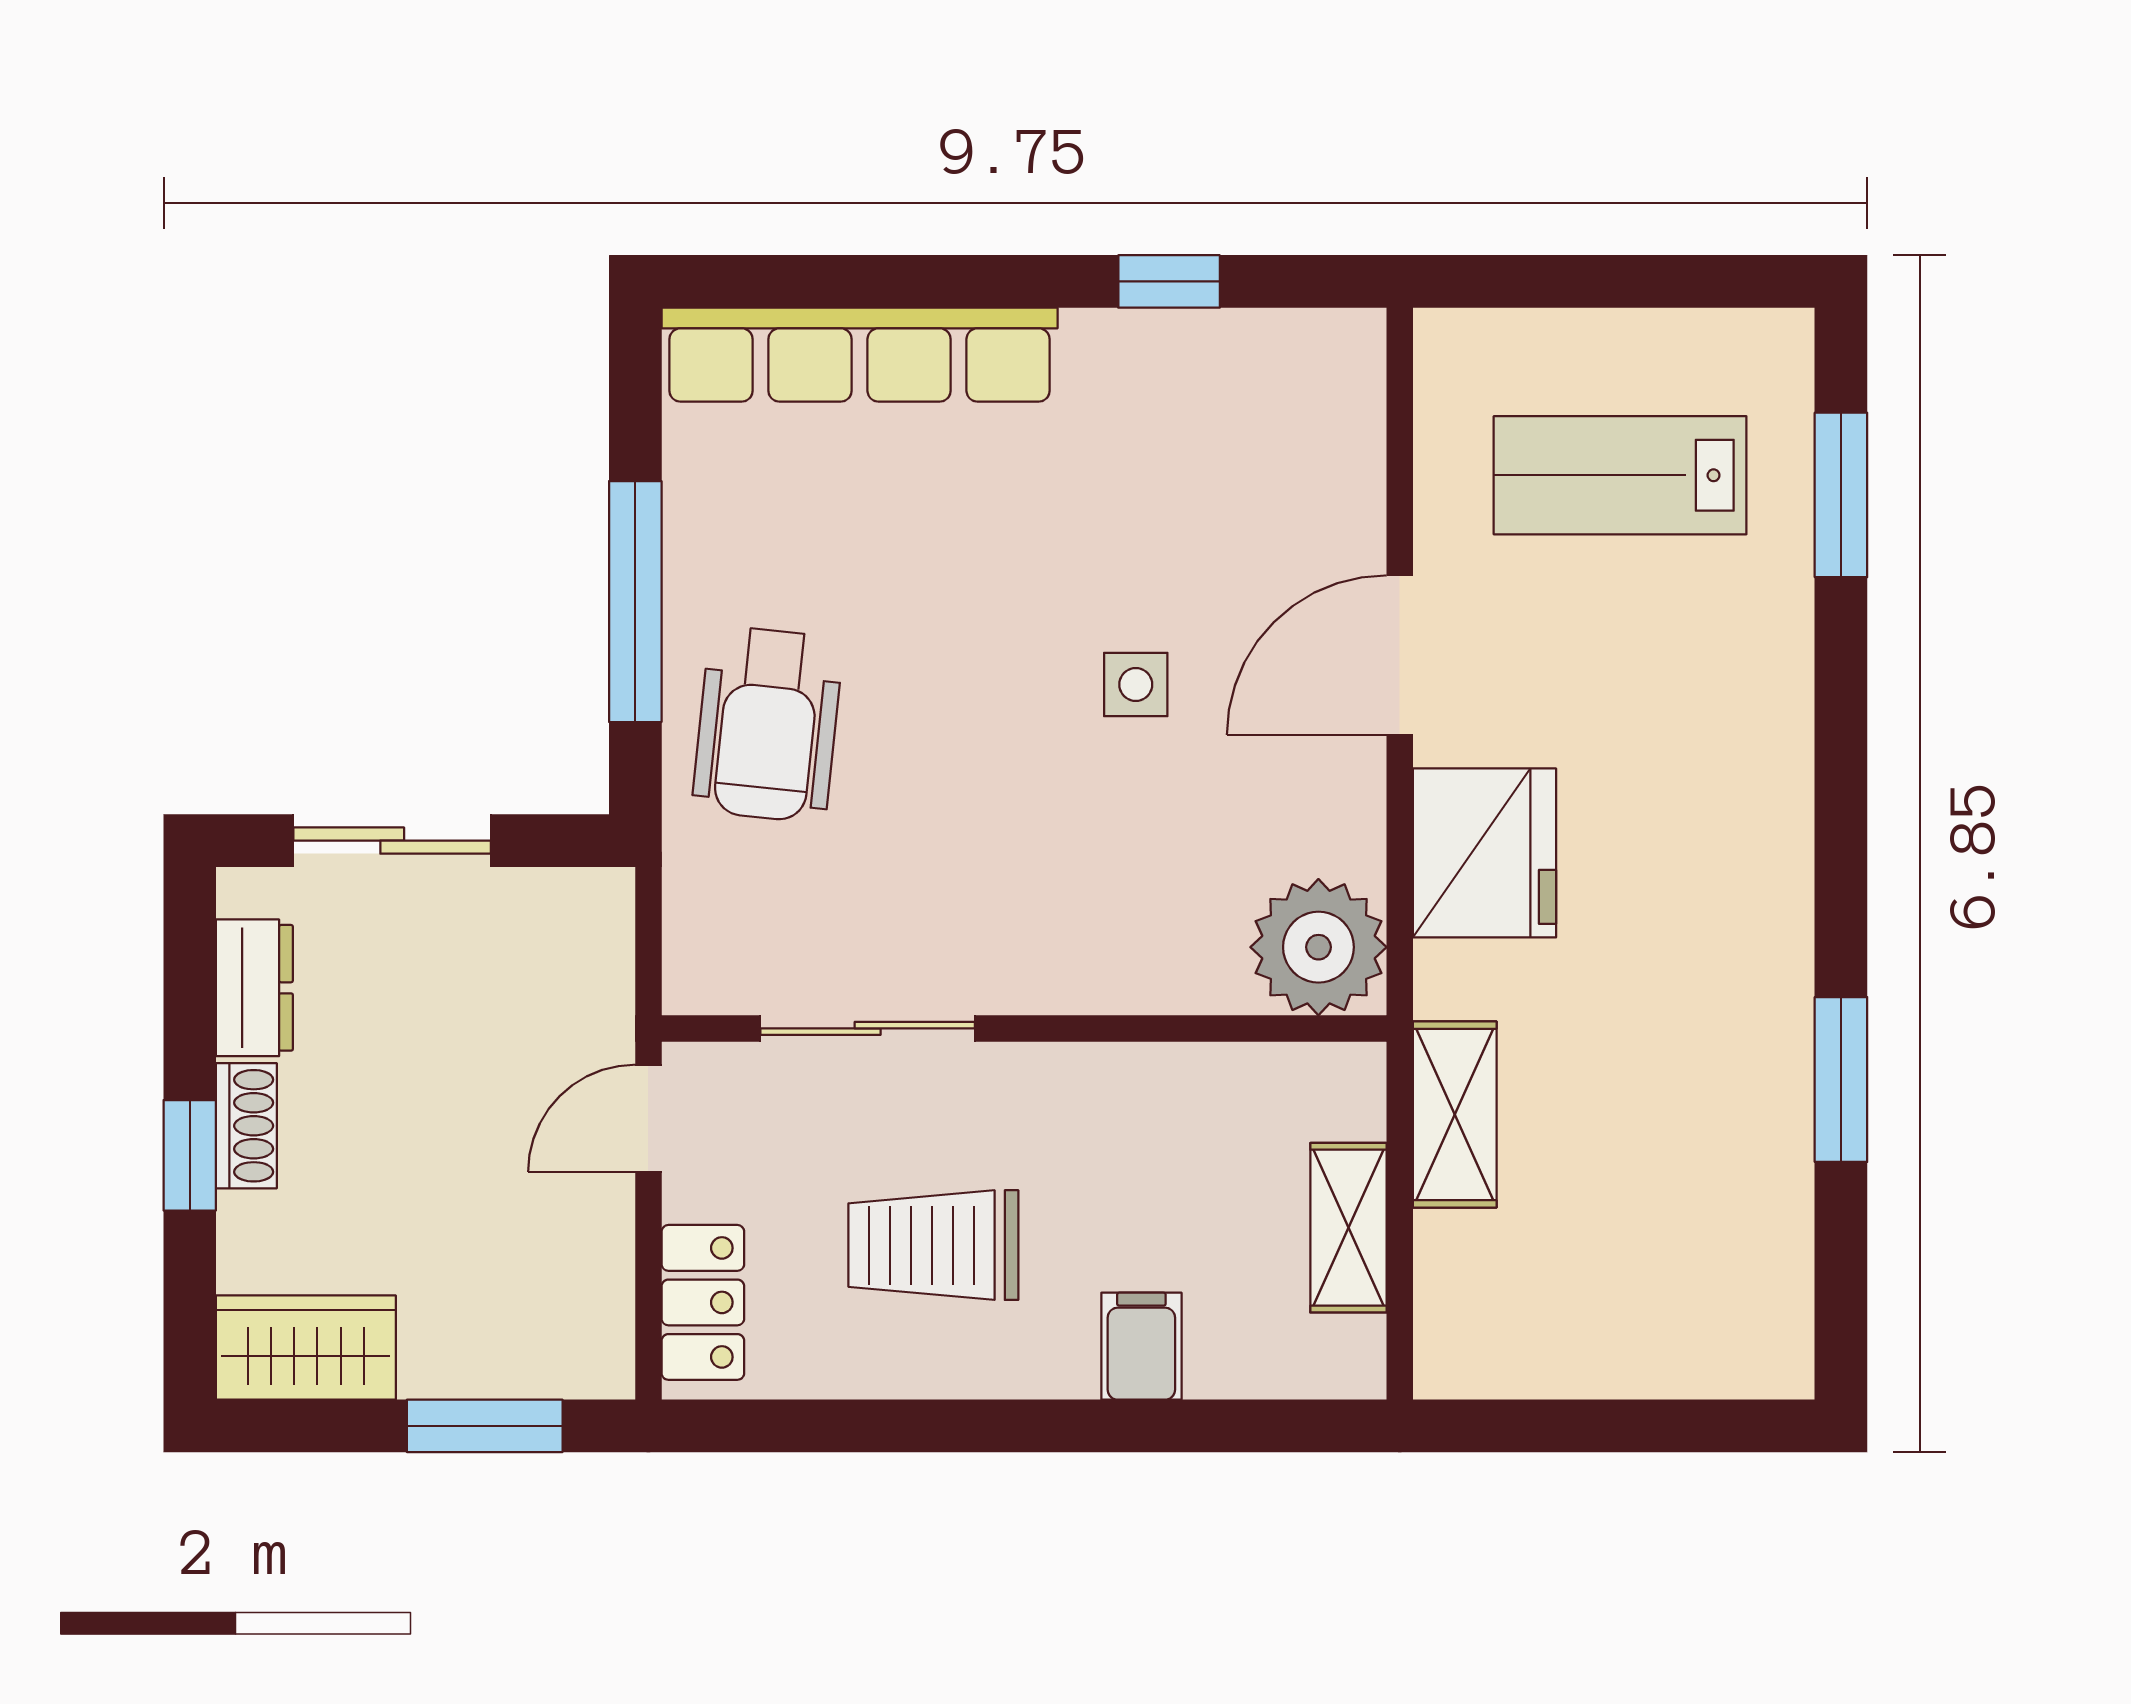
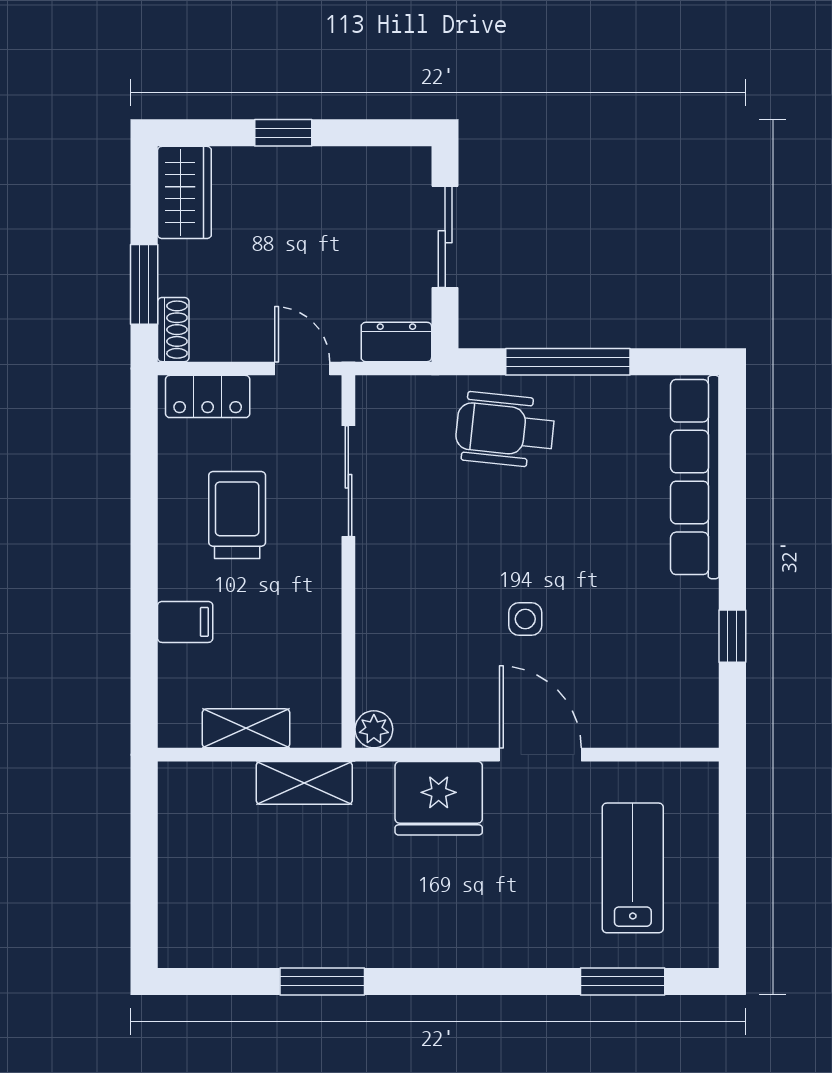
plant: (1318, 947) -> (374, 729), width x0.53, depth x0.53
dresser: (254, 988) -> (396, 342), moved, turned 180
shoe rack: (246, 1126) -> (173, 330), moved, turned -90

